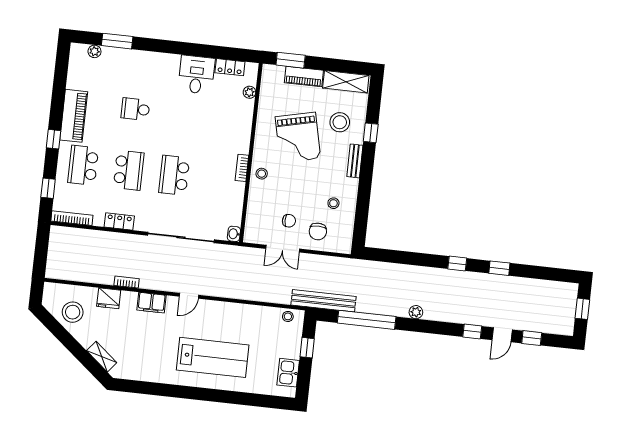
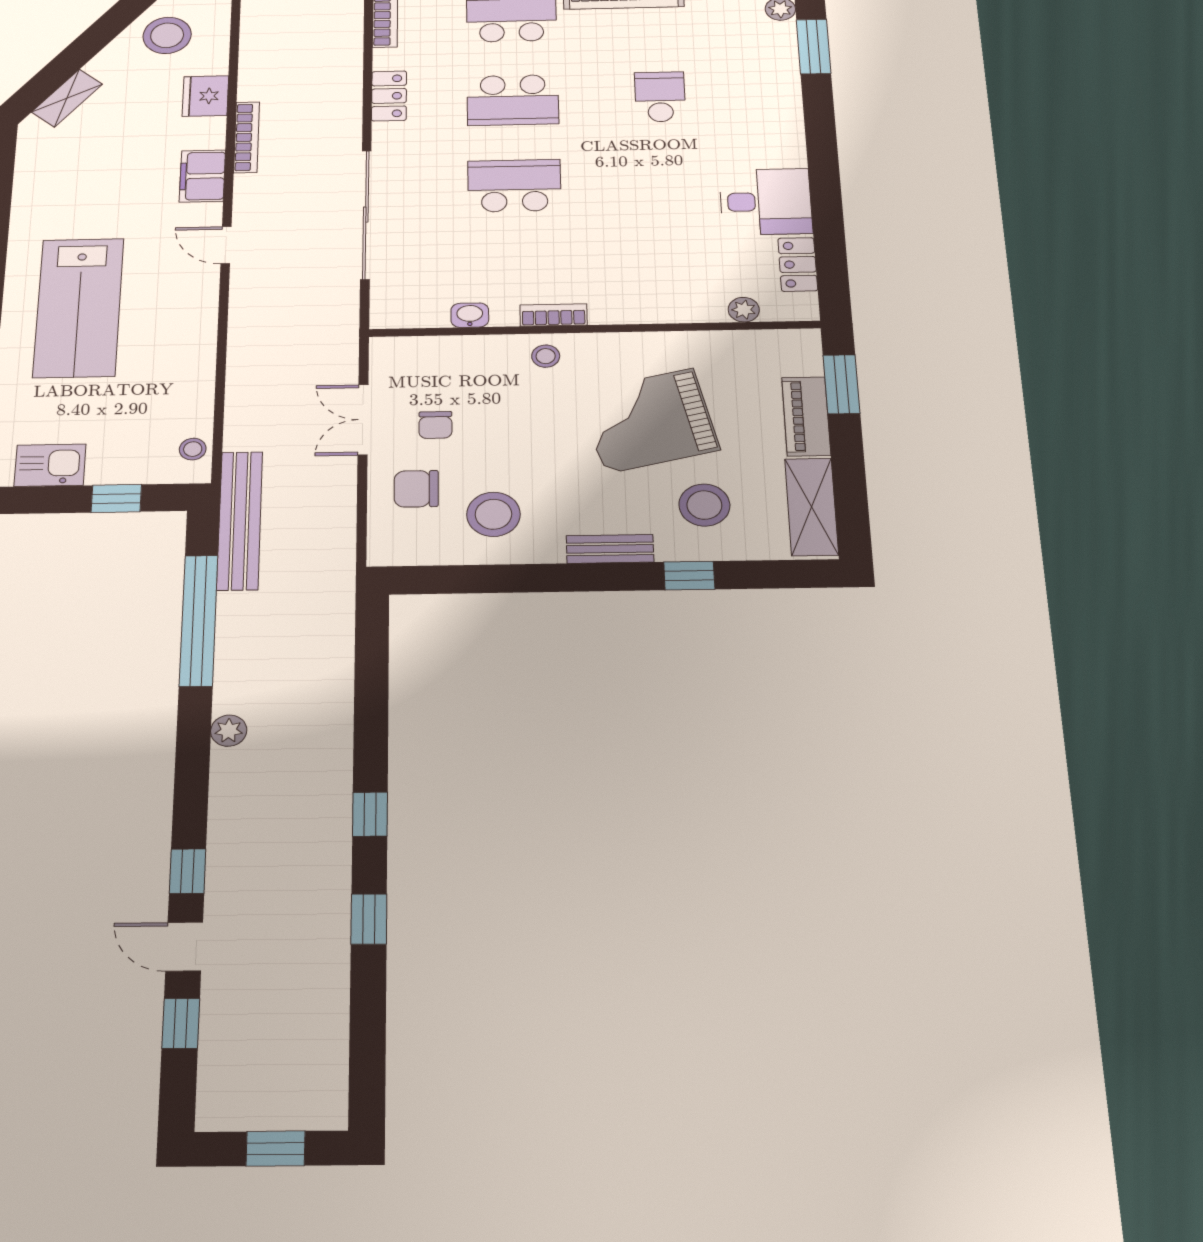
stool: (333, 203) -> (493, 514), width x1.89, depth x1.89
washbasin: (234, 234) -> (470, 315), moved
bookcase: (127, 282) -> (247, 137), width x1.56

